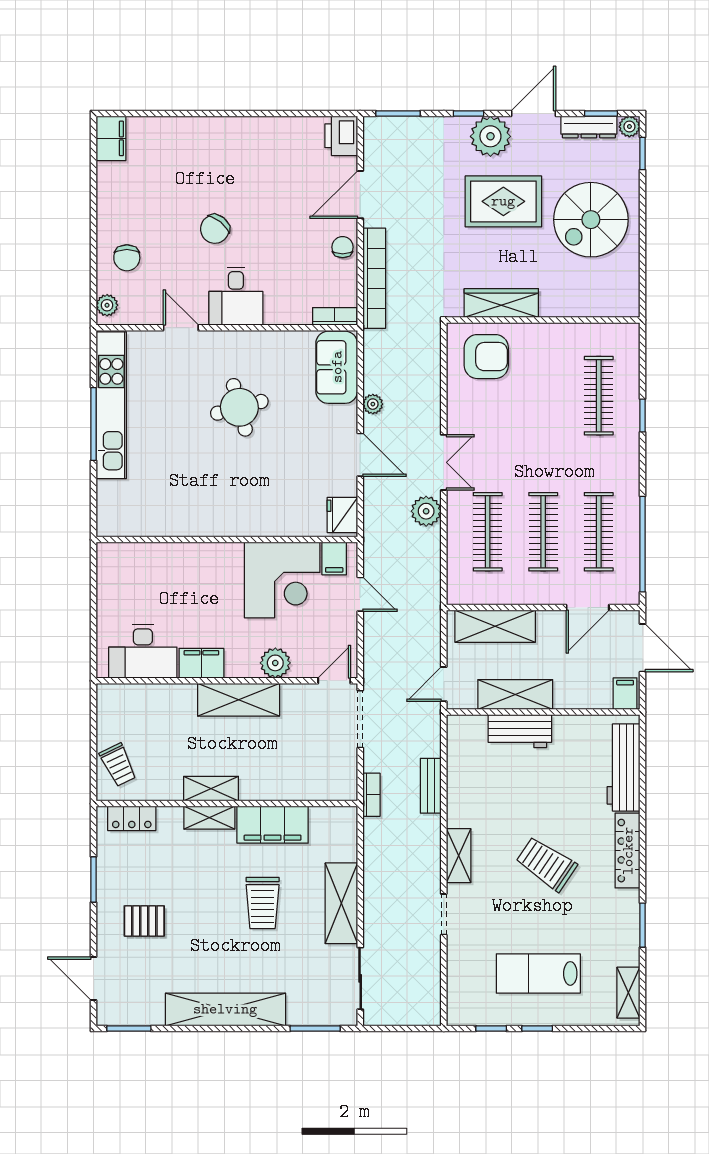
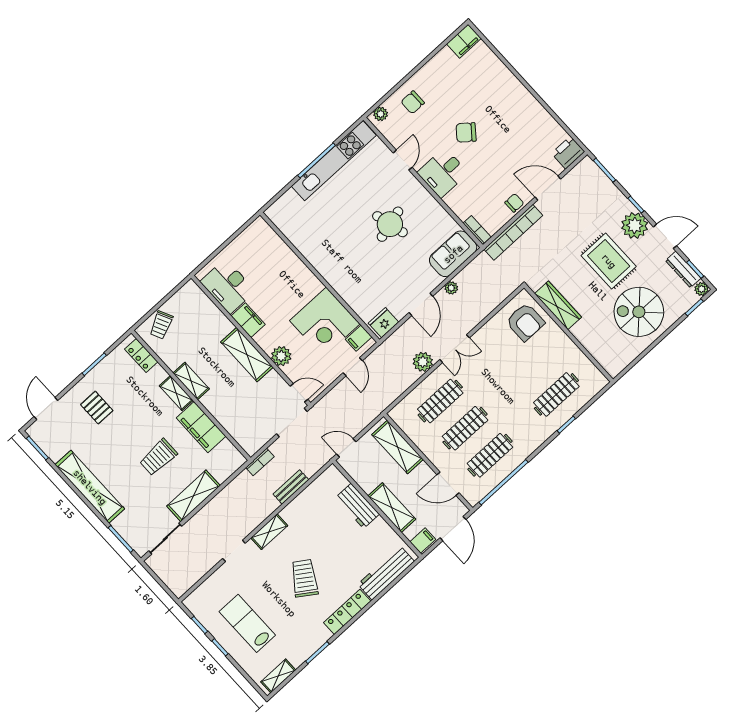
shelving: (515, 695) -> (392, 508), moved

